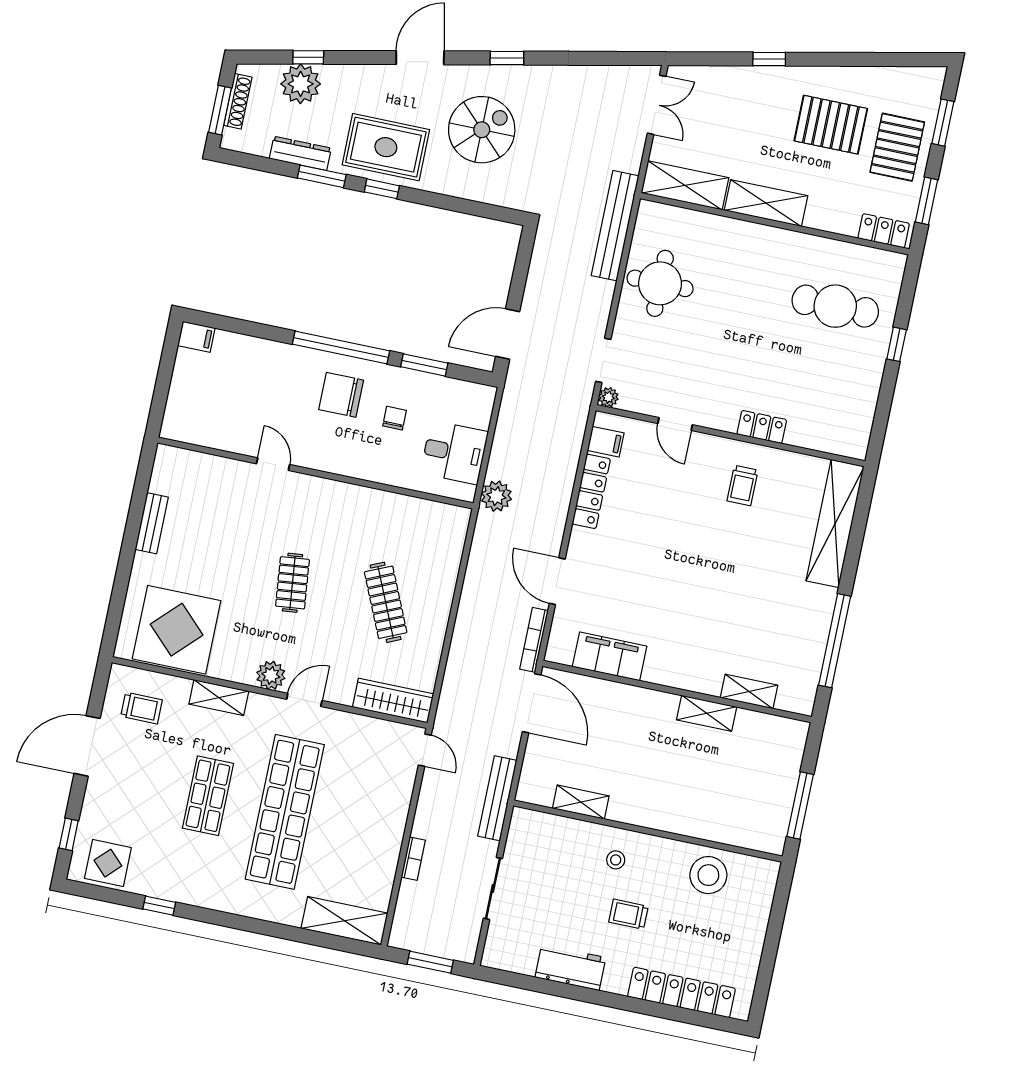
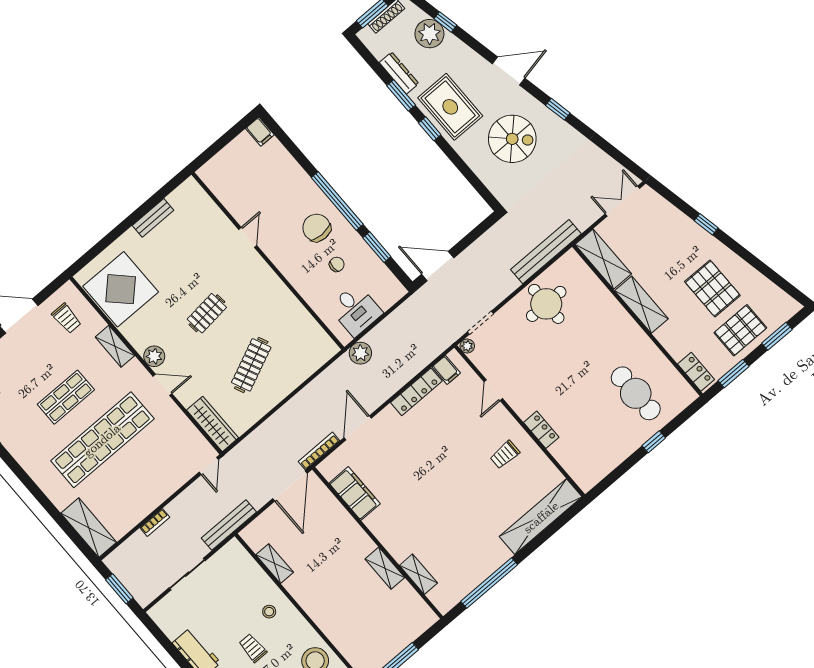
double door: (657, 105) -> (622, 201), swing flipped

